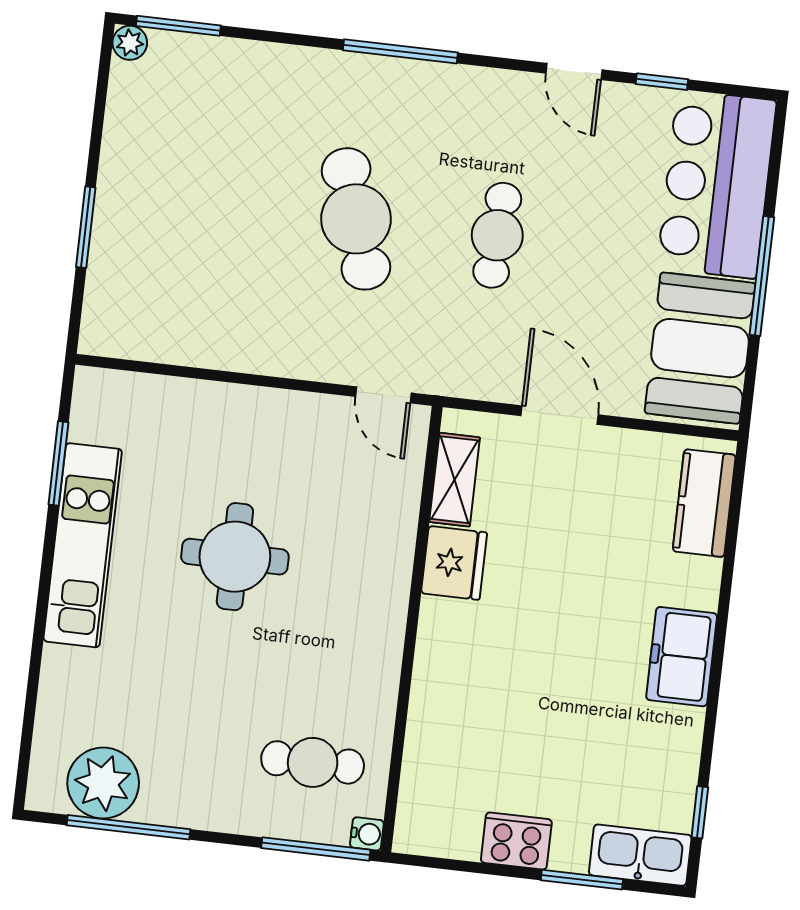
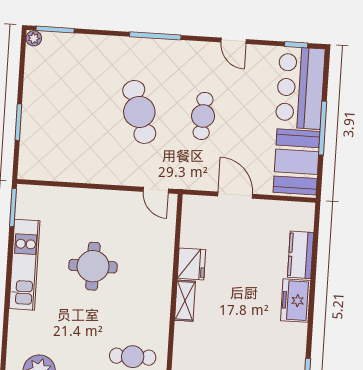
window: (662, 82) -> (296, 45), moved
window: (58, 463) -> (13, 207), moved
shelving: (455, 480) -> (185, 301), moved
kitchen counter: (704, 503) -> (301, 255), moved

